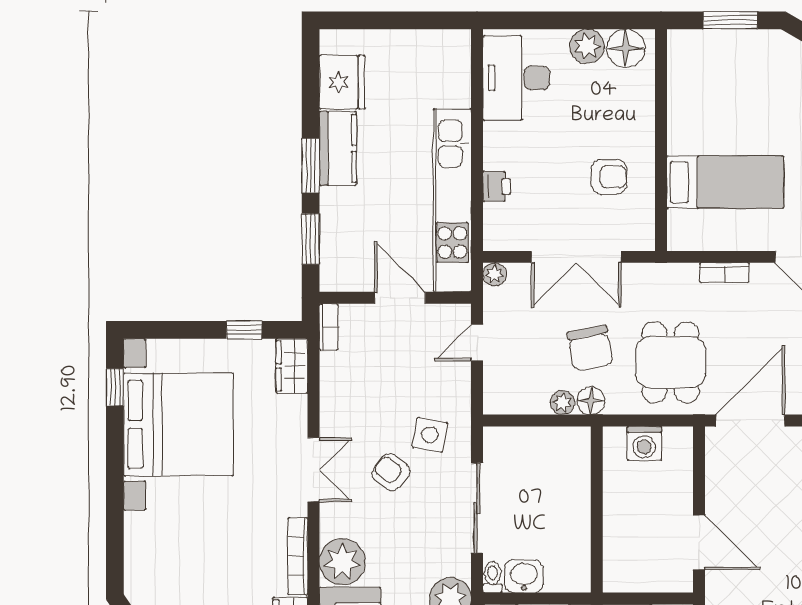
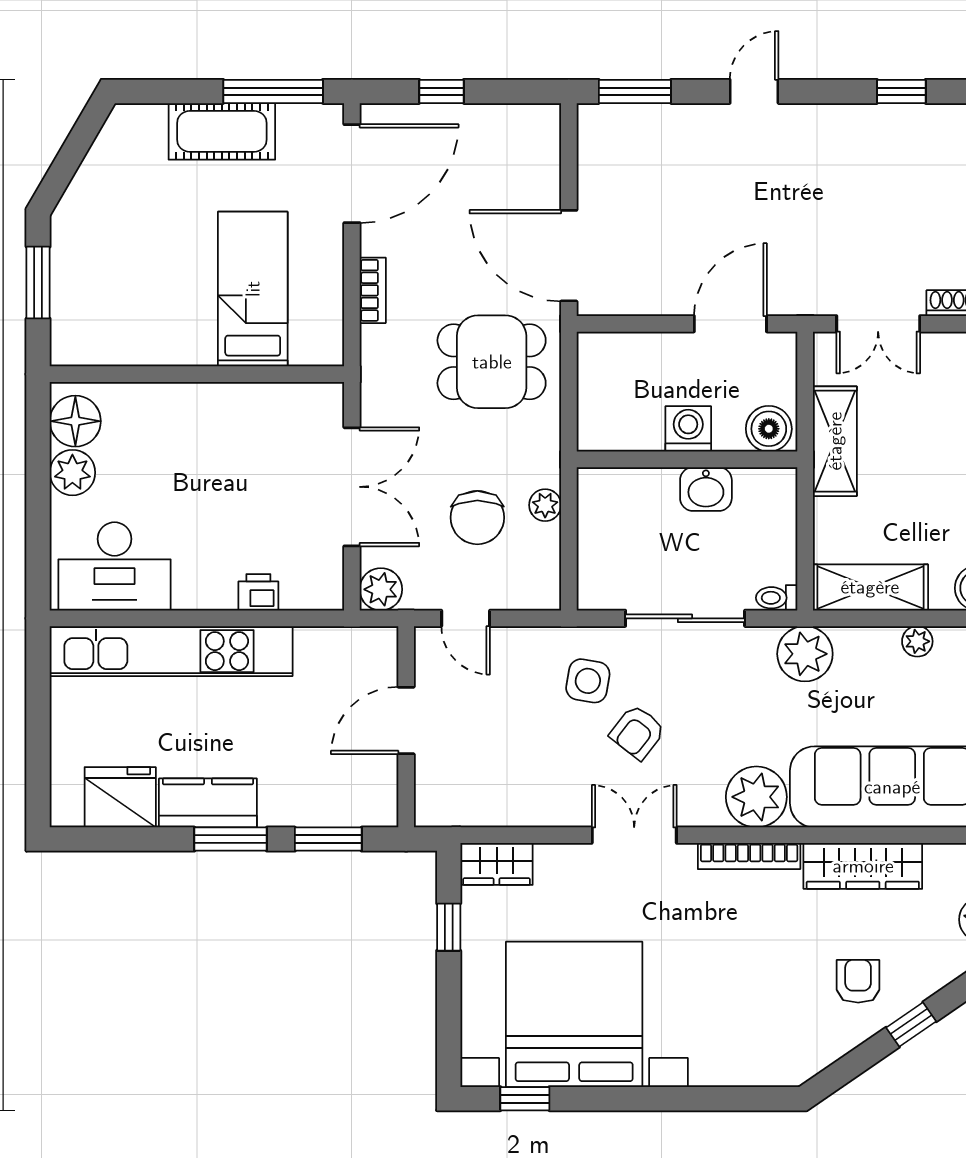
armchair: (609, 177) -> (246, 444), removed
kitchen unit: (452, 200) -> (171, 651), moved
plant: (495, 274) -> (381, 589), width x1.38, depth x1.38
bookcase: (329, 327) -> (445, 815), removed
chair: (590, 348) -> (477, 518), moved, turned 101
floor lamp: (591, 401) -> (543, 468), removed
washing machine: (644, 443) -> (688, 429), moved, turned -90
boiler: (620, 571) -> (769, 429), added
washbasin: (524, 576) -> (706, 489), moved, turned -90

